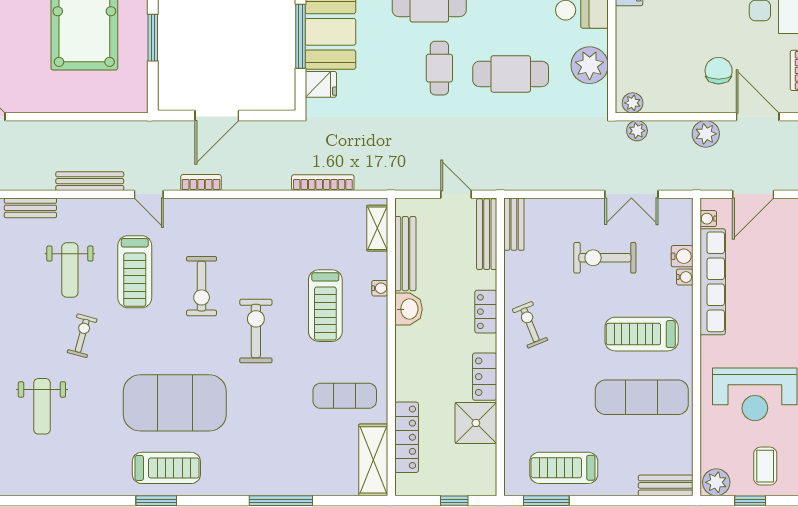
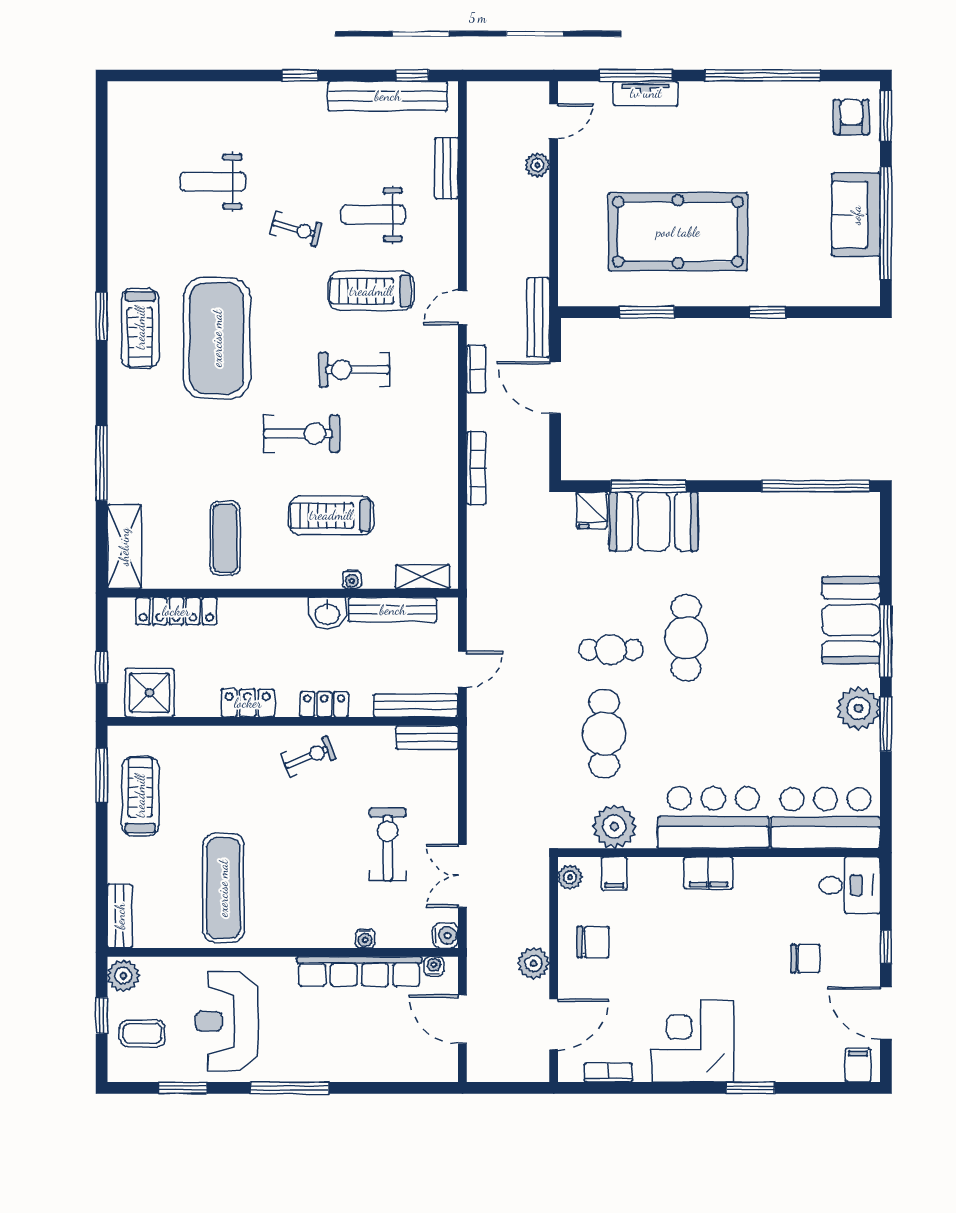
filing cabinet: (630, 65) -> (614, 874), added
chair: (719, 71) -> (593, 942), moved
plant: (637, 131) -> (537, 165), moved
bench: (90, 181) -> (538, 318), moved
bookcase: (323, 183) -> (476, 468), moved
water cooler: (682, 256) -> (446, 935), moved, turned -90
treadmill: (642, 334) -> (298, 888), removed
shower: (476, 423) -> (150, 693), moved
shelving: (373, 460) -> (124, 547), moved, turned 90

